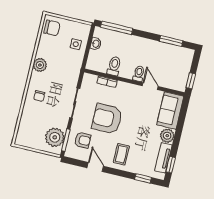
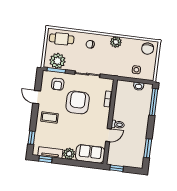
toilet: (114, 66) -> (122, 103), removed
cafe table: (29, 129) -> (62, 39), added
door: (95, 167) -> (37, 97), swing flipped

